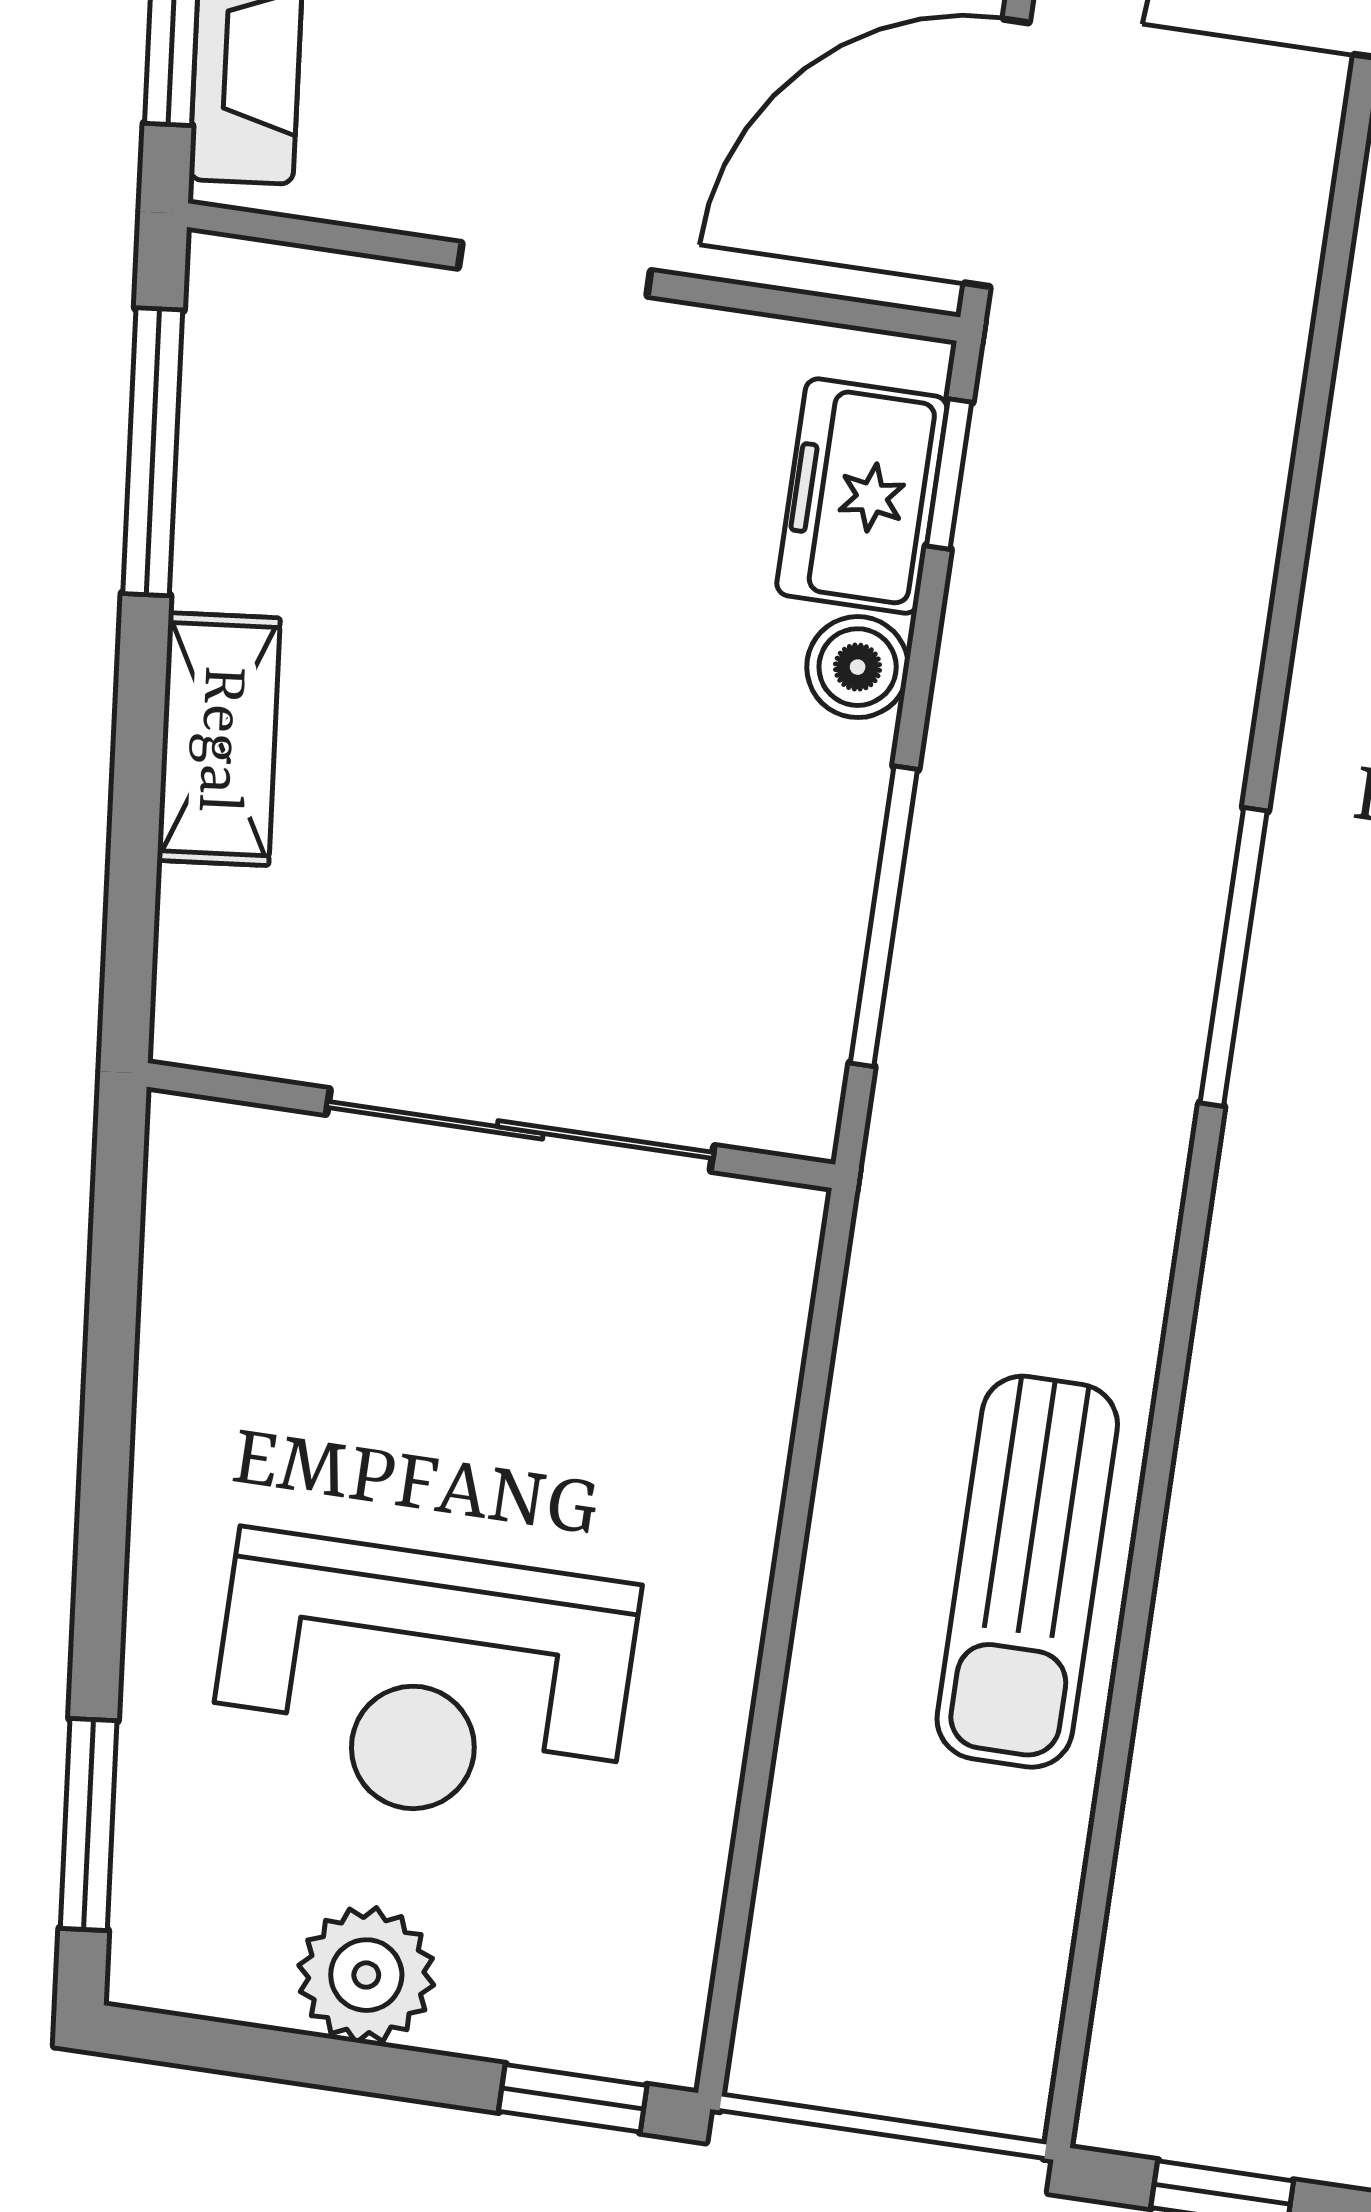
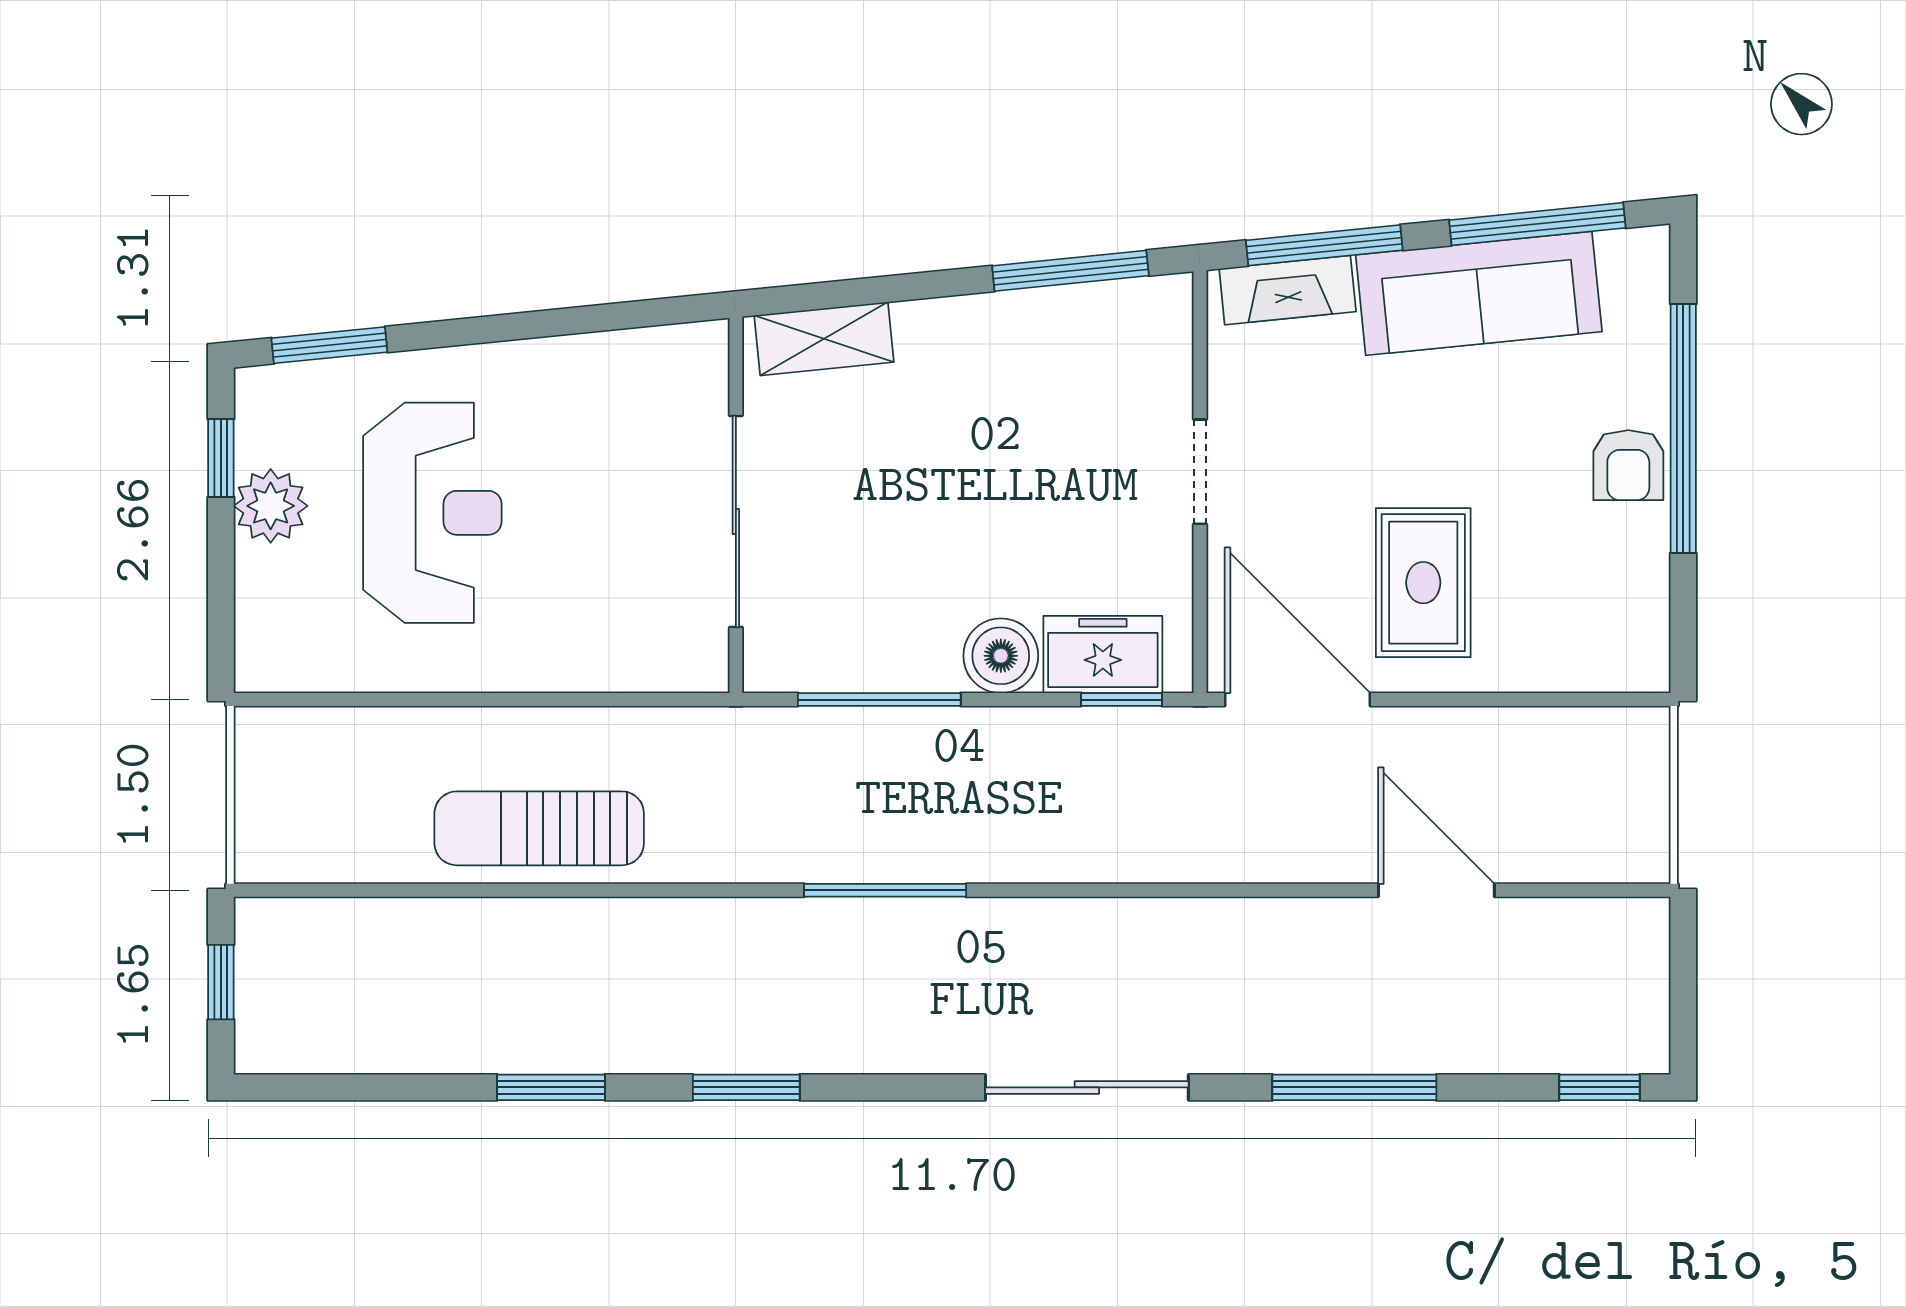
boiler: (858, 667) -> (1001, 656), width x1.36, depth x1.36
shelving: (219, 739) -> (824, 339), moved
reception desk: (423, 1682) -> (432, 513), turned 180
window: (573, 2098) -> (221, 458), moved

